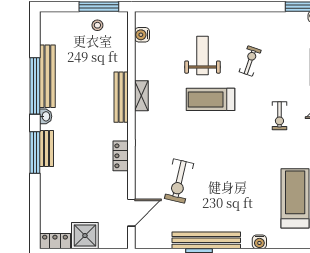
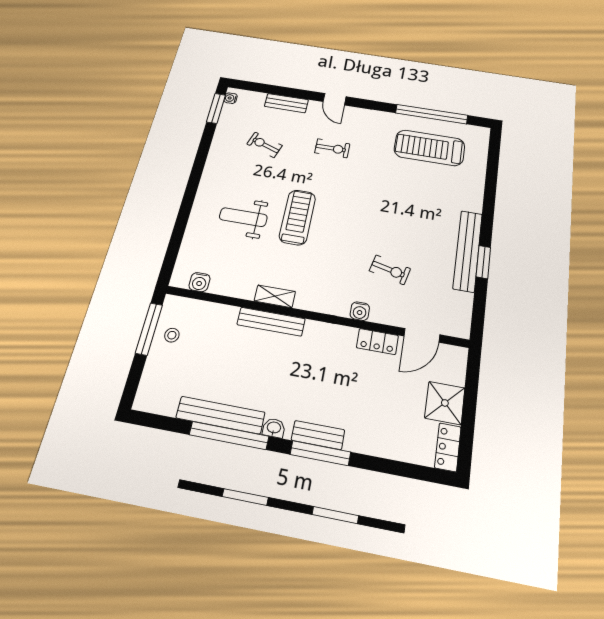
exercise bike: (250, 61) -> (264, 145), moved
treadmill: (210, 99) -> (297, 217), turned 180
locker: (121, 156) -> (377, 342), moved
exercise bike: (179, 181) -> (390, 270), width x0.73, depth x0.72
door: (131, 213) -> (422, 335), swing flipped
water cooler: (259, 242) -> (360, 311), moved, turned 90

